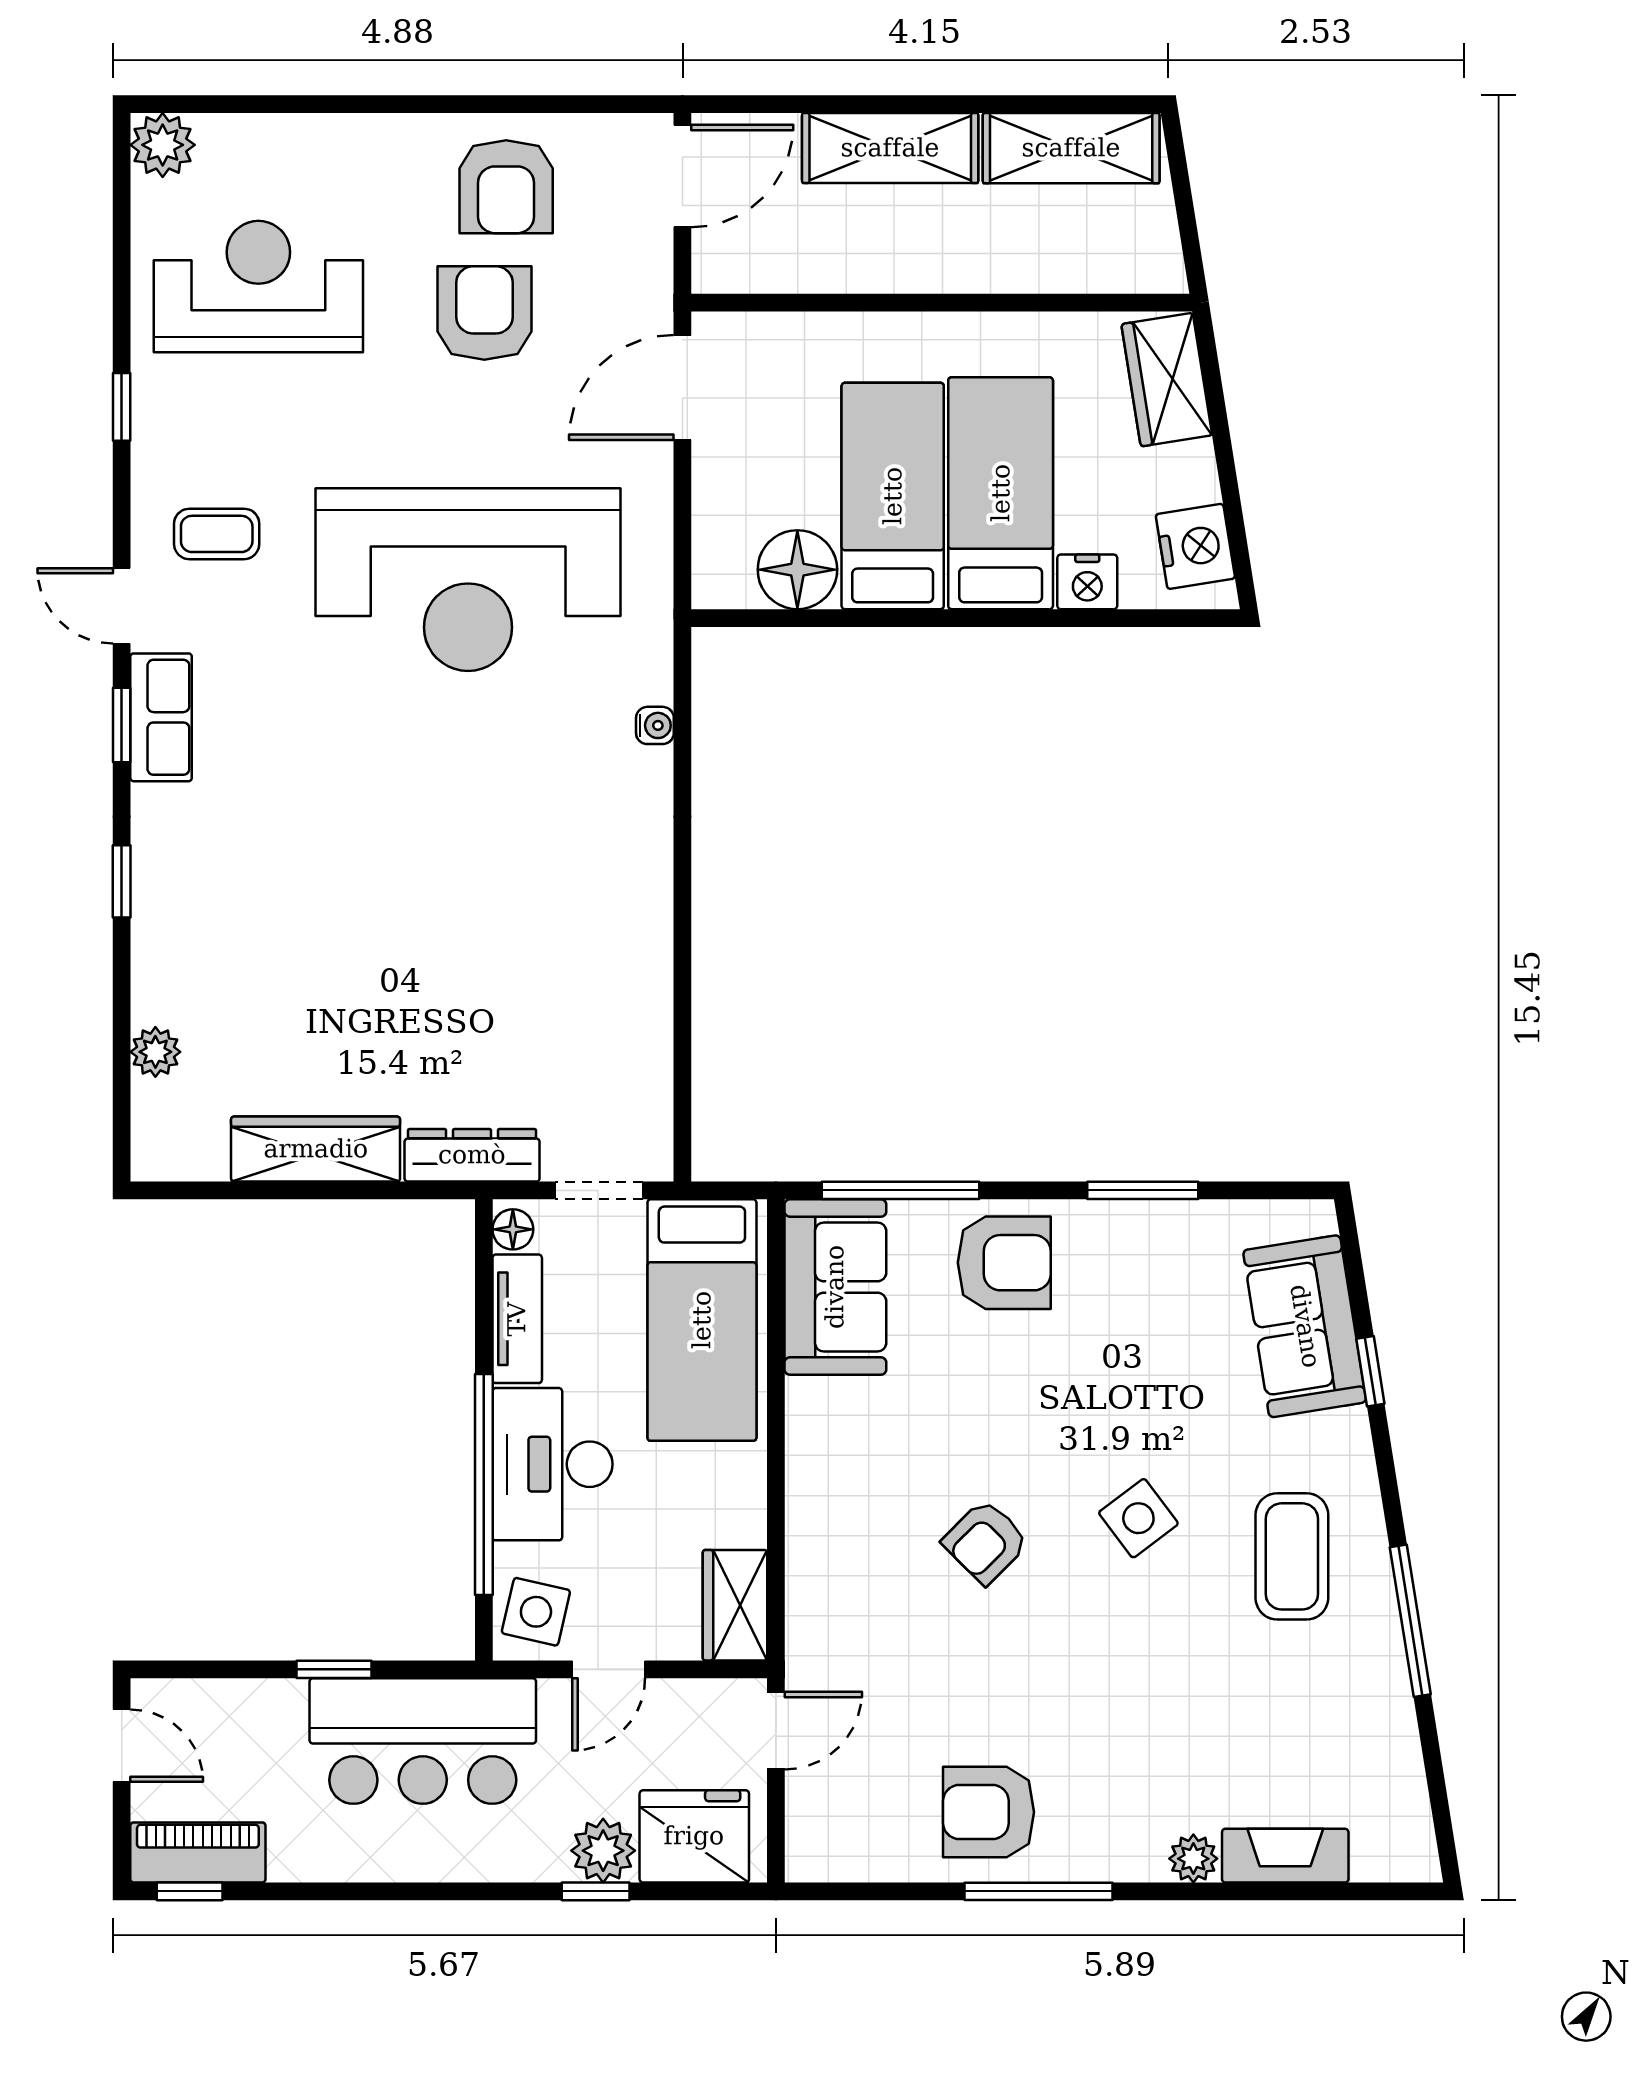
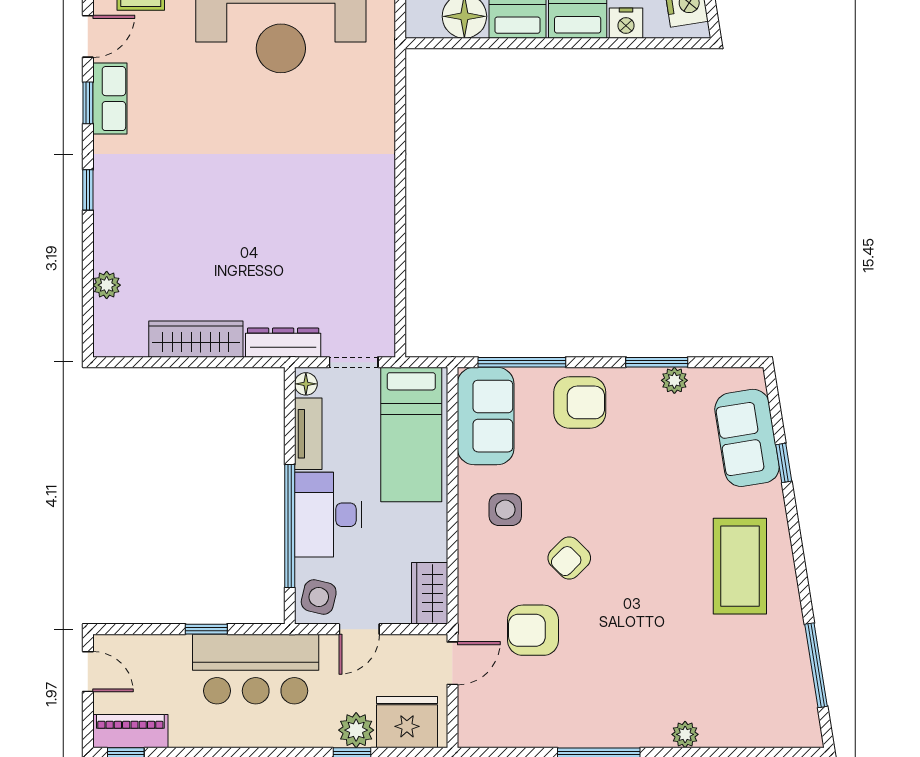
door: (122, 606) -> (88, 36), swing flipped
water cooler: (655, 725) -> (385, 103), removed
plant: (1174, 1223) -> (674, 380), added
side table: (1138, 1518) -> (505, 510), moved, turned 37
coffee table: (1292, 1556) -> (740, 566), width x1.36, depth x1.32
window: (1410, 1621) -> (816, 665), moved
armchair: (989, 1812) -> (533, 630), moved
fireplace: (1285, 1856) -> (736, 733), removed

